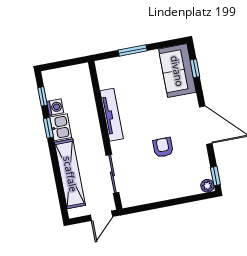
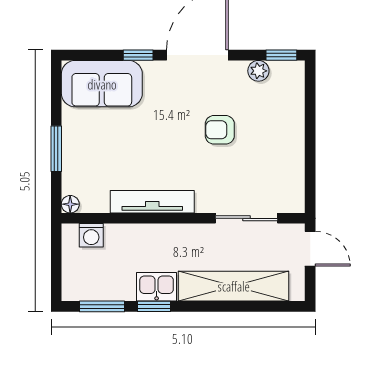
floor lamp: (101, 65) -> (70, 204), added
window: (195, 68) -> (138, 55), moved
window: (42, 96) -> (102, 306), width x1.50
washing machine: (55, 107) -> (91, 235), moved, turned 180
plant: (207, 186) -> (258, 71), moved

